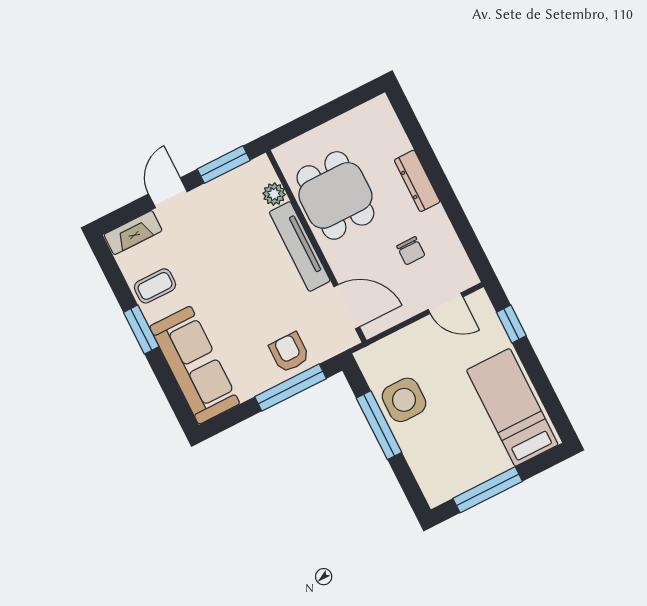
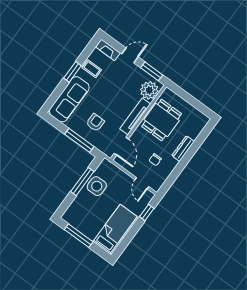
plant: (274, 194) -> (149, 90), width x1.87, depth x1.87
armchair: (289, 352) -> (95, 122), moved

